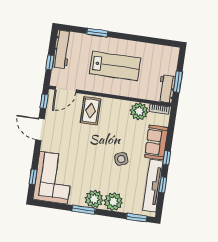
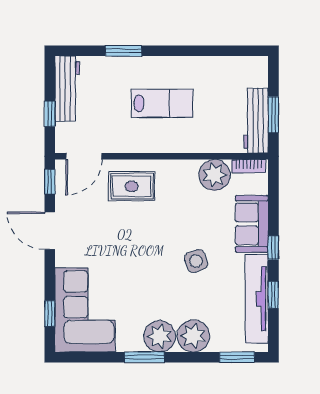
lab bench: (115, 66) -> (162, 103), width x0.73, depth x0.72
workbench: (167, 89) -> (256, 121), width x1.38
rug: (91, 111) -> (132, 186), turned 90

